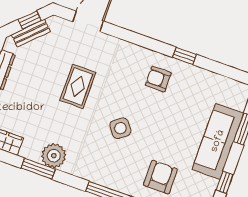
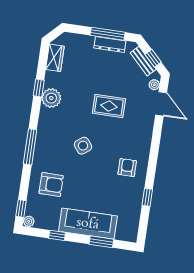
plant: (63, 25) -> (154, 85), added
window: (184, 56) -> (147, 197), moved
window: (38, 169) -> (39, 88), width x0.67

